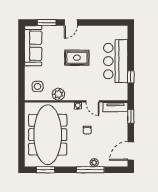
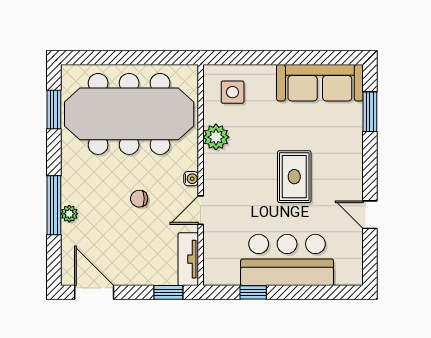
door: (71, 22) -> (370, 215), moved

